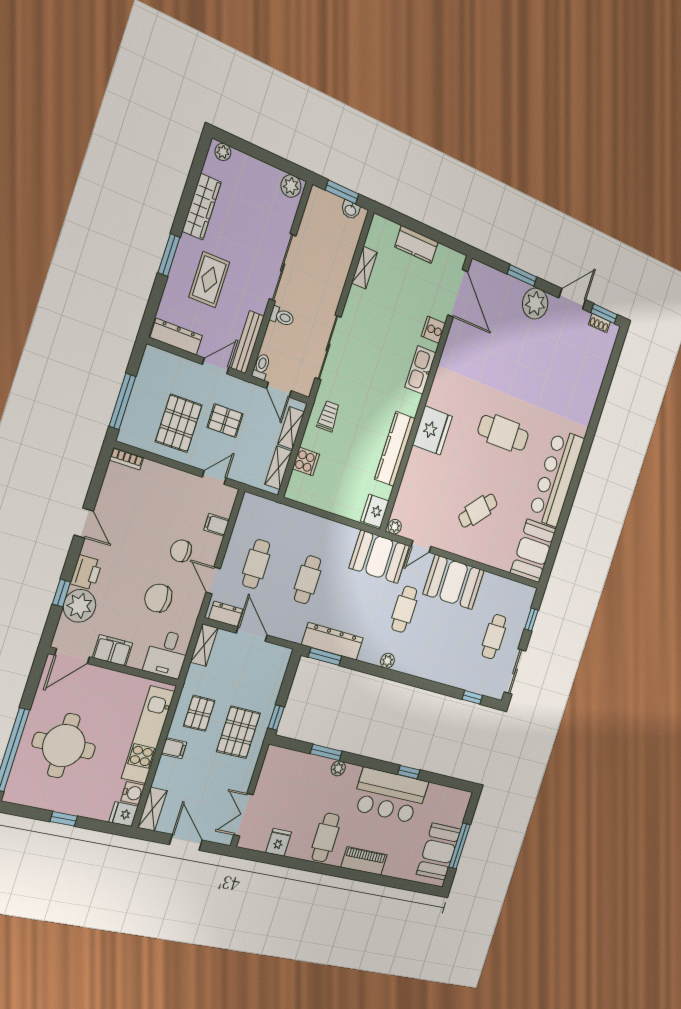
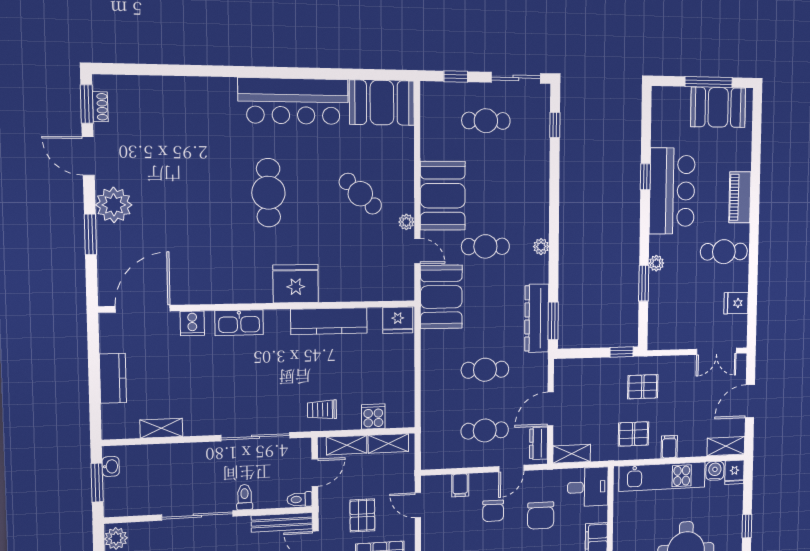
plant: (395, 527) -> (406, 222), moved
pallet: (238, 732) -> (643, 387), width x0.67, depth x0.71

